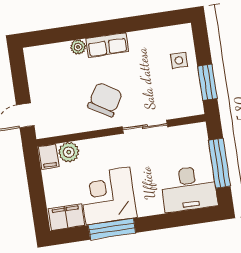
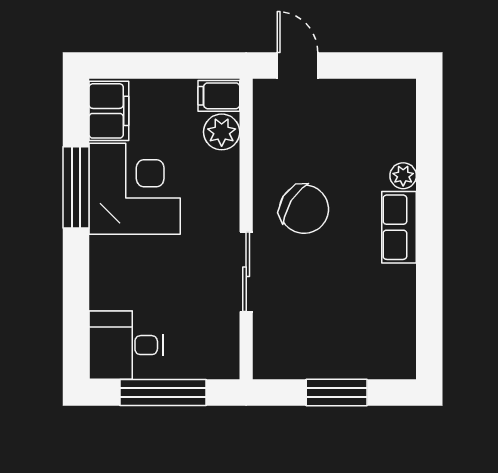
side table: (179, 60) -> (353, 349), removed
window: (207, 82) -> (337, 393), moved
desk: (189, 189) -> (126, 345), width x0.73

